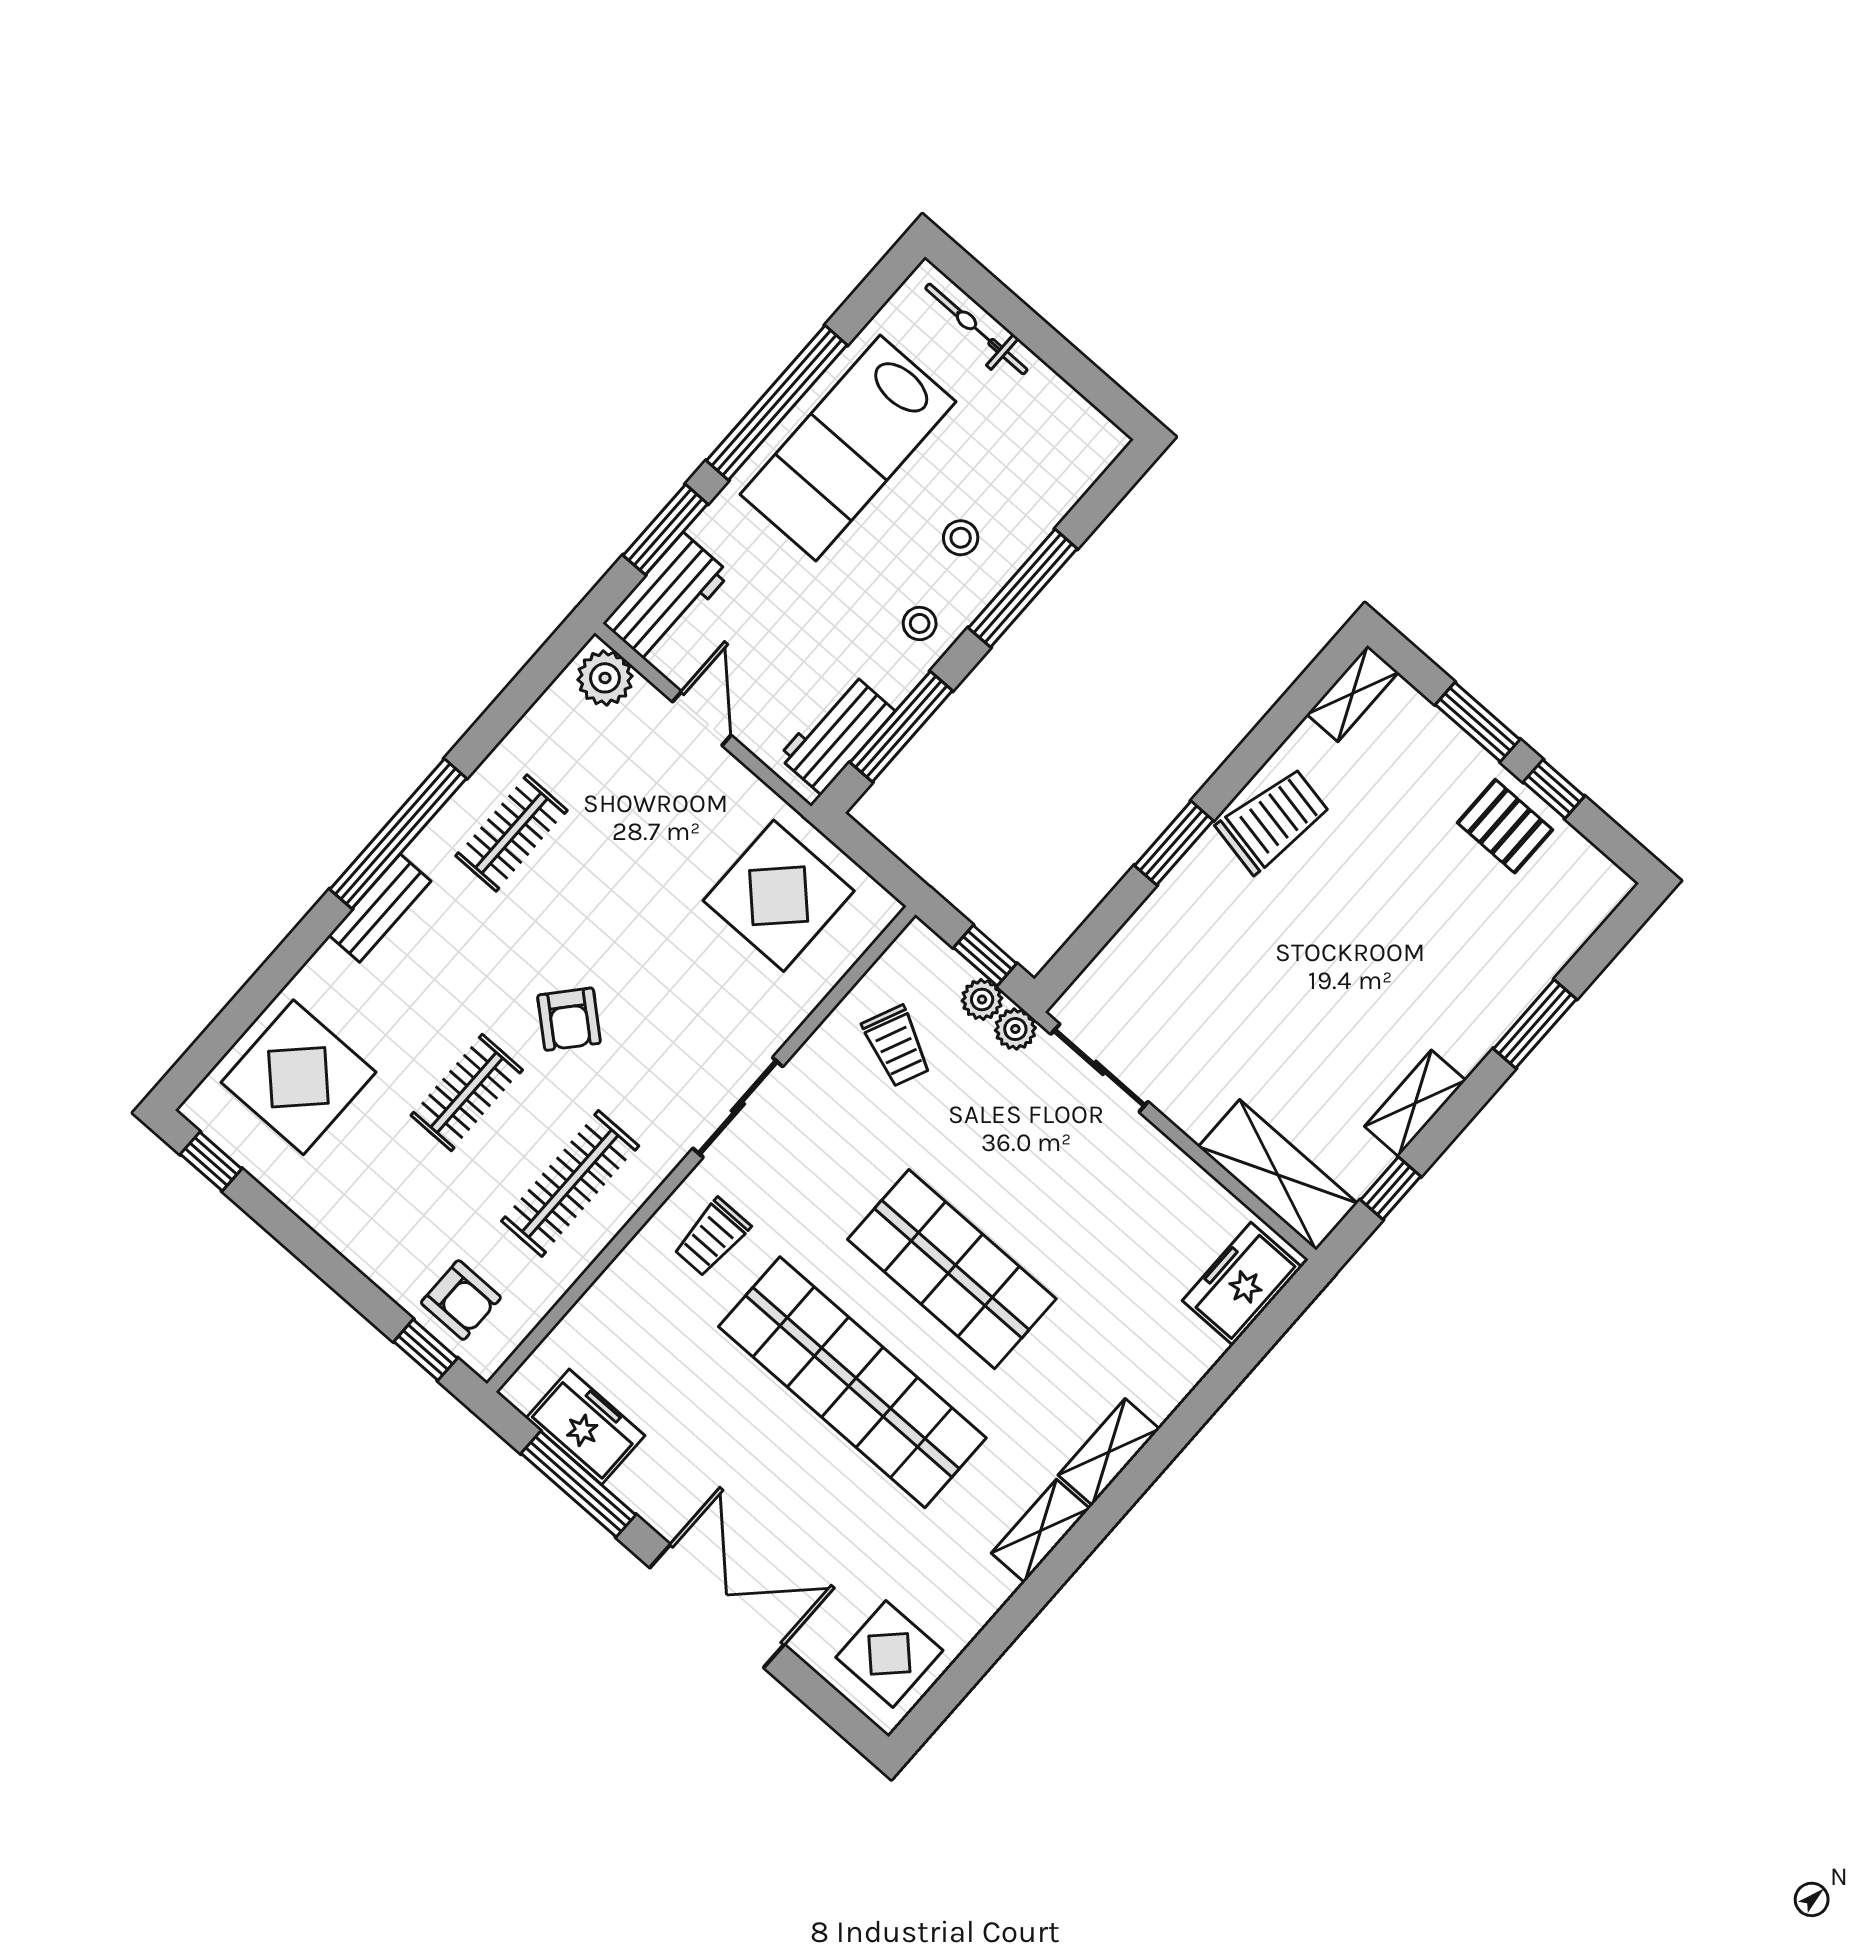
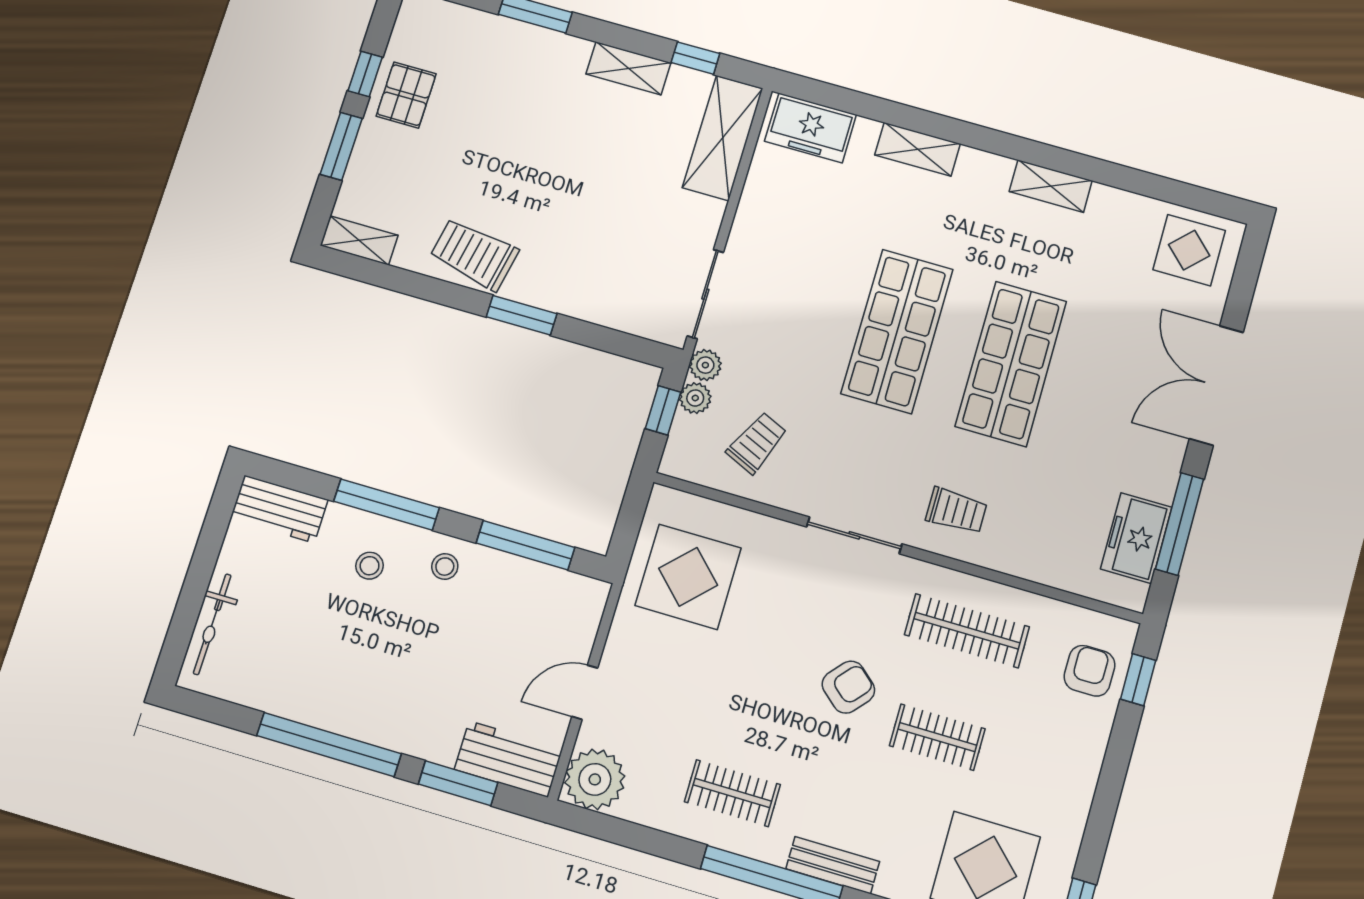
lab bench: (848, 448) -> (340, 677), removed
plant: (605, 678) -> (595, 779), width x1.36, depth x1.36
workbench: (837, 734) -> (279, 509), moved
shop shelf: (852, 1382) -> (1011, 364), width x0.71
shelving: (1109, 1452) -> (918, 149), moved

